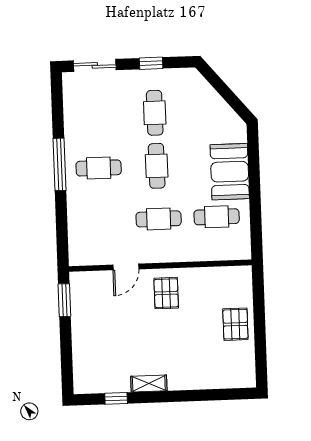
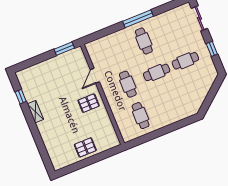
booth: (230, 172) -> (168, 114), removed
door: (126, 267) -> (95, 76), hinge flipped

